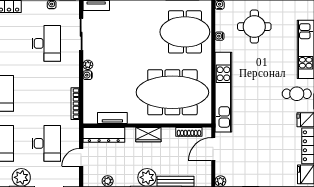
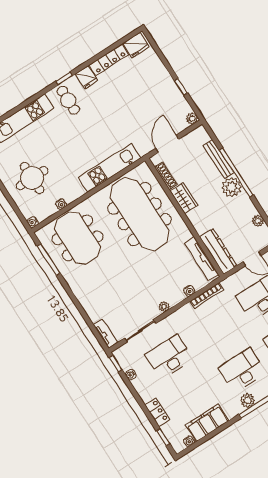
water cooler: (88, 75) -> (189, 291), moved
kitchen unit: (223, 92) -> (110, 168), width x0.73
tv unit: (112, 118) -> (201, 259), width x1.41
wardrobe: (148, 135) -> (184, 198), moved
door: (213, 149) -> (167, 144), swing flipped

